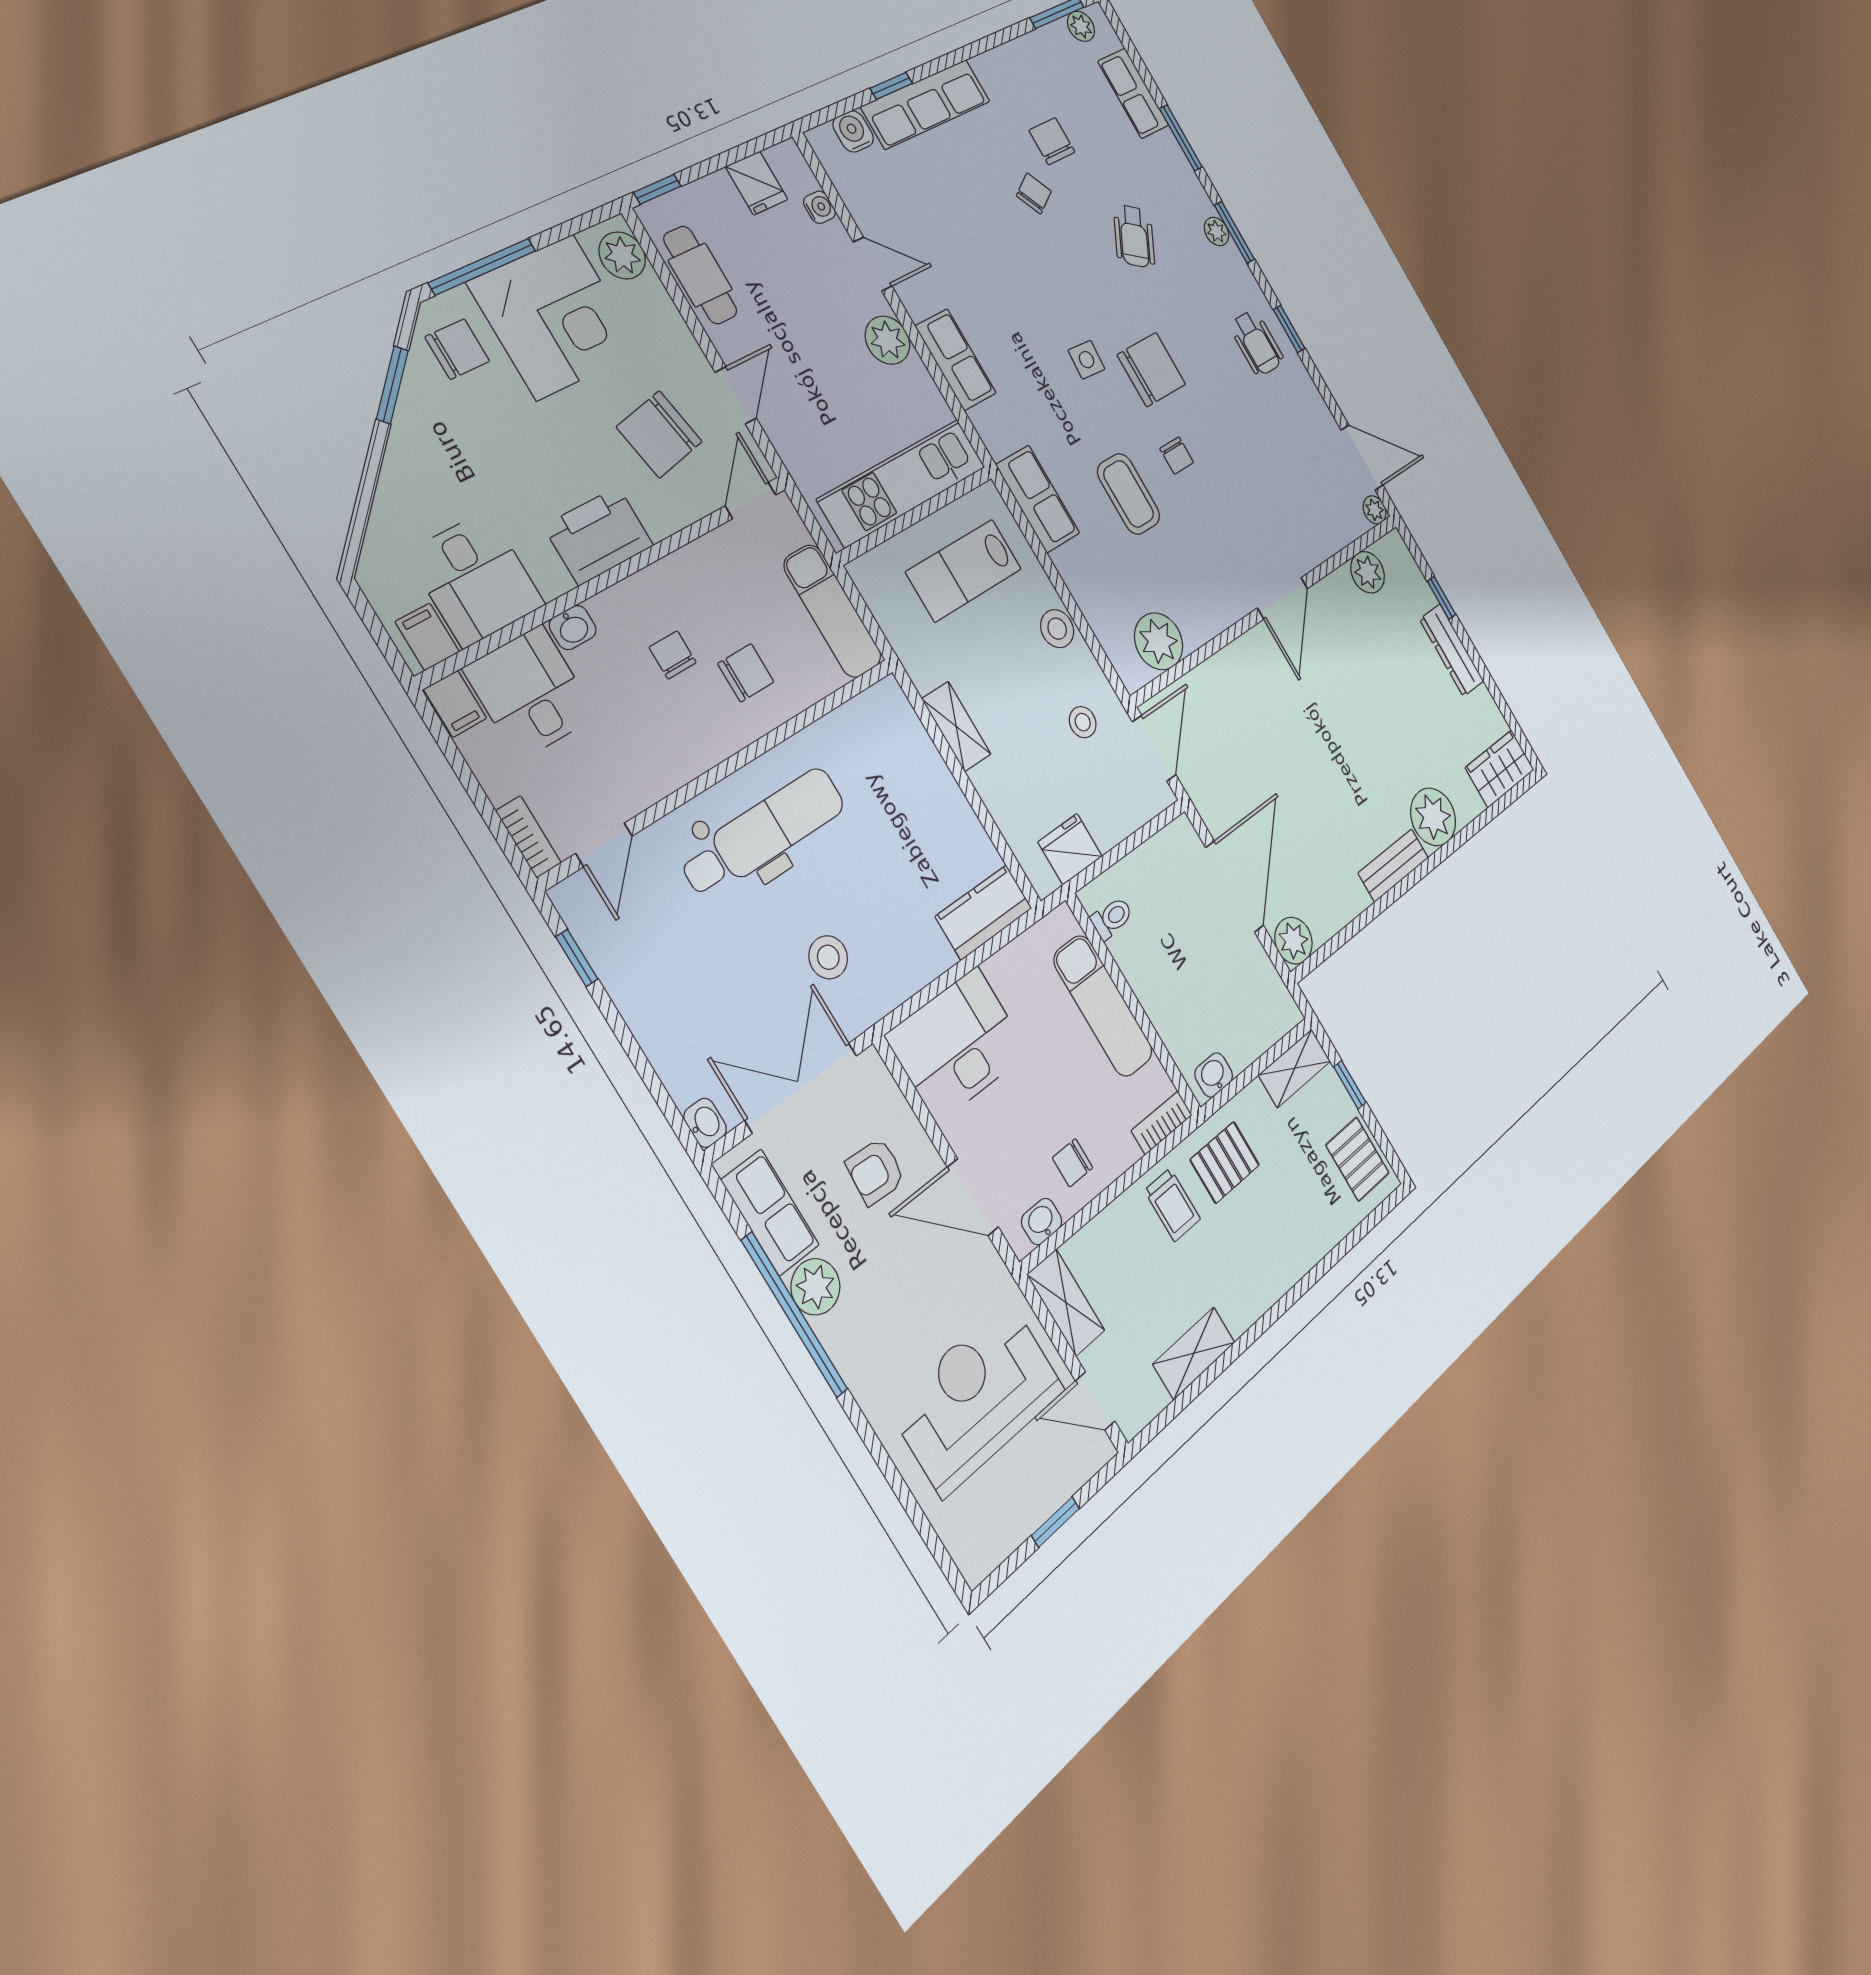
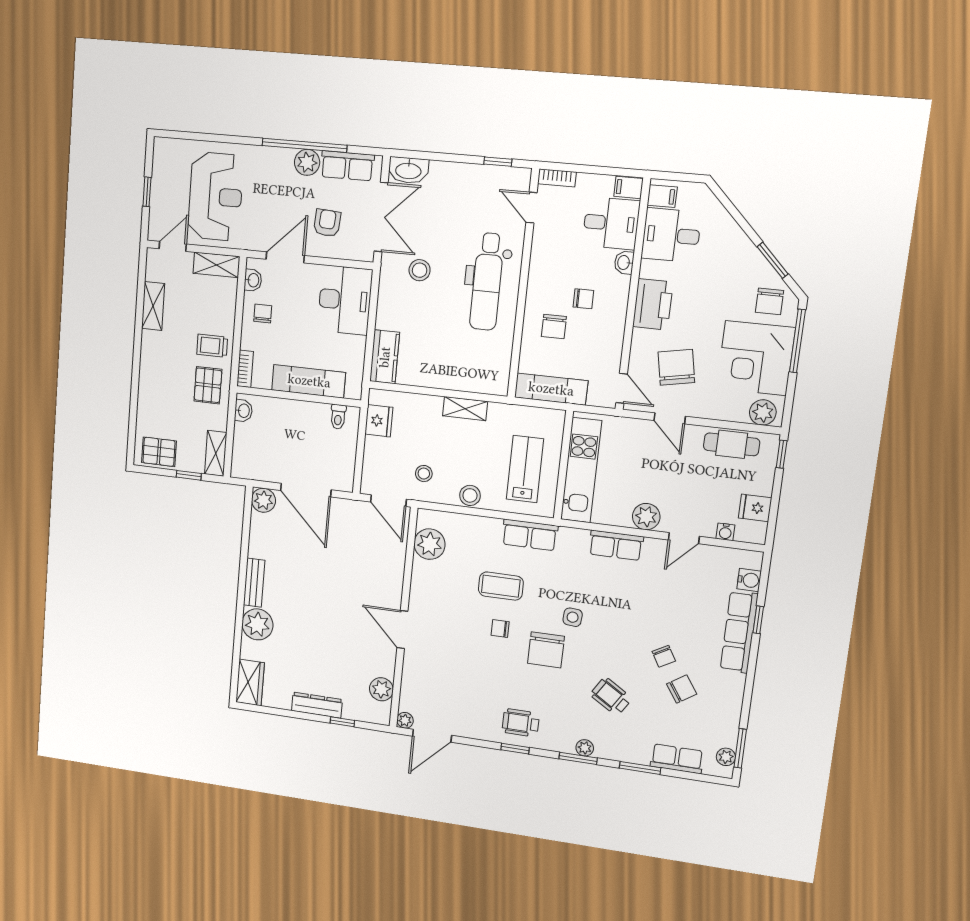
chair: (1052, 141) -> (682, 689), turned -34
washbasin: (705, 1123) -> (408, 170), width x1.91, depth x1.45

